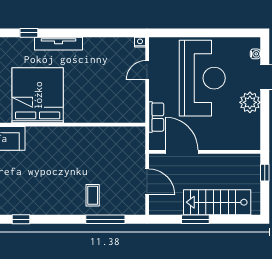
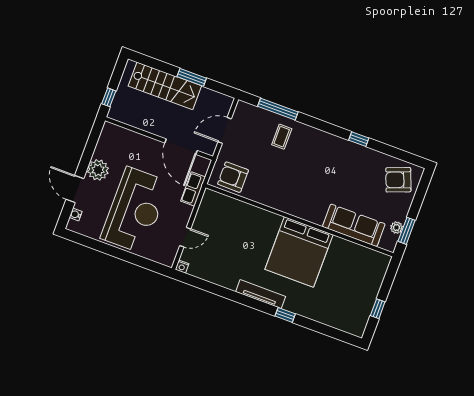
reception desk: (202, 78) -> (135, 210), turned 180
armchair: (124, 142) -> (233, 177), added
door: (147, 182) -> (225, 130), hinge flipped

